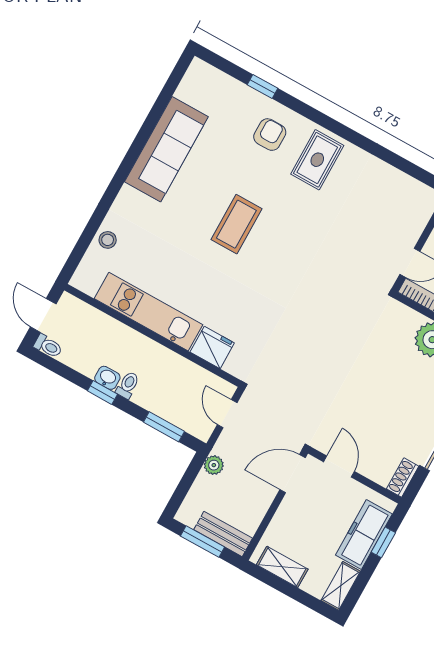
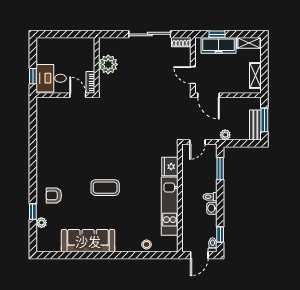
plant: (237, 90) -> (41, 223), added
rug: (317, 160) -> (53, 166), removed
window: (102, 393) -> (220, 235), moved
door: (339, 467) -> (193, 75), hinge flipped
bench: (223, 534) -> (255, 125), moved

